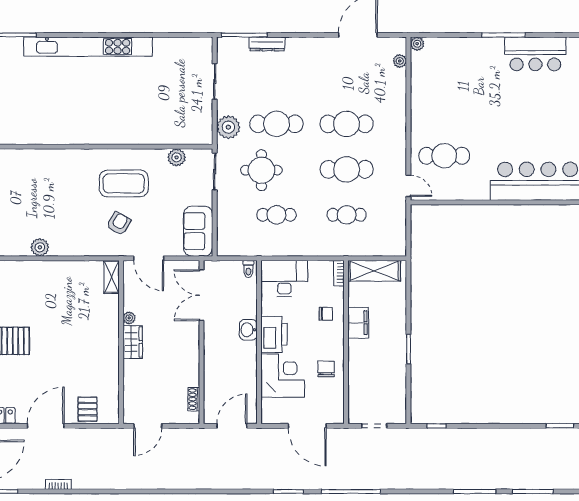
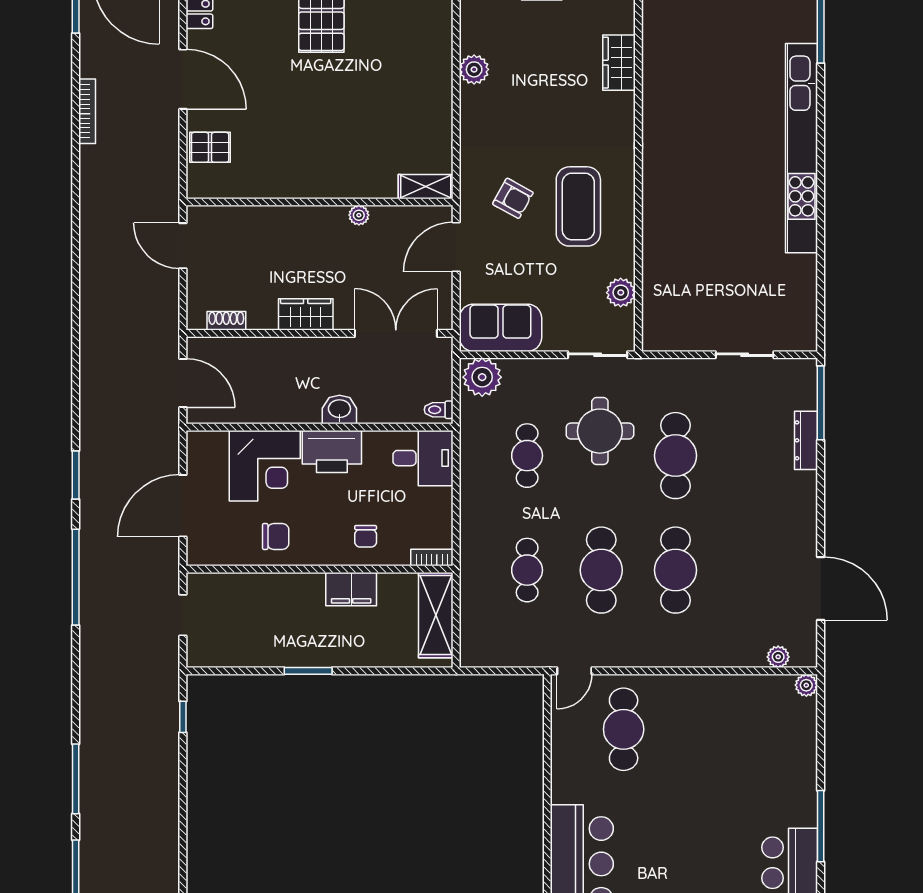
plant: (228, 127) -> (482, 377), moved
wardrobe: (36, 158) -> (619, 63), added
desk: (284, 279) -> (423, 458), width x0.73
wardrobe: (133, 342) -> (306, 314), moved, turned 180
bookcase: (58, 484) -> (87, 111), width x1.56

